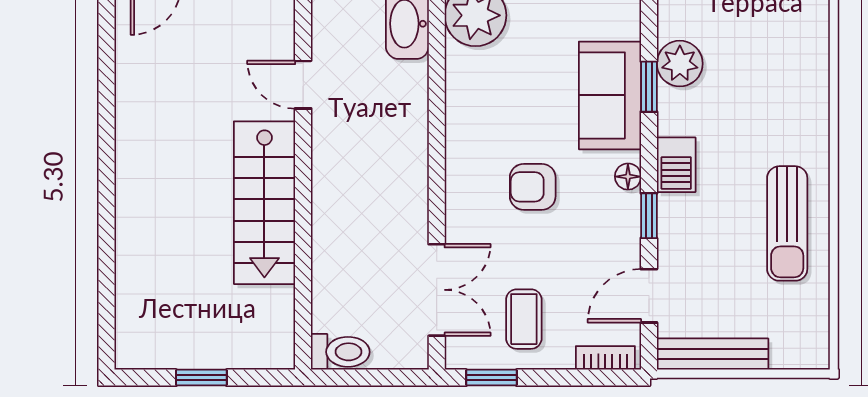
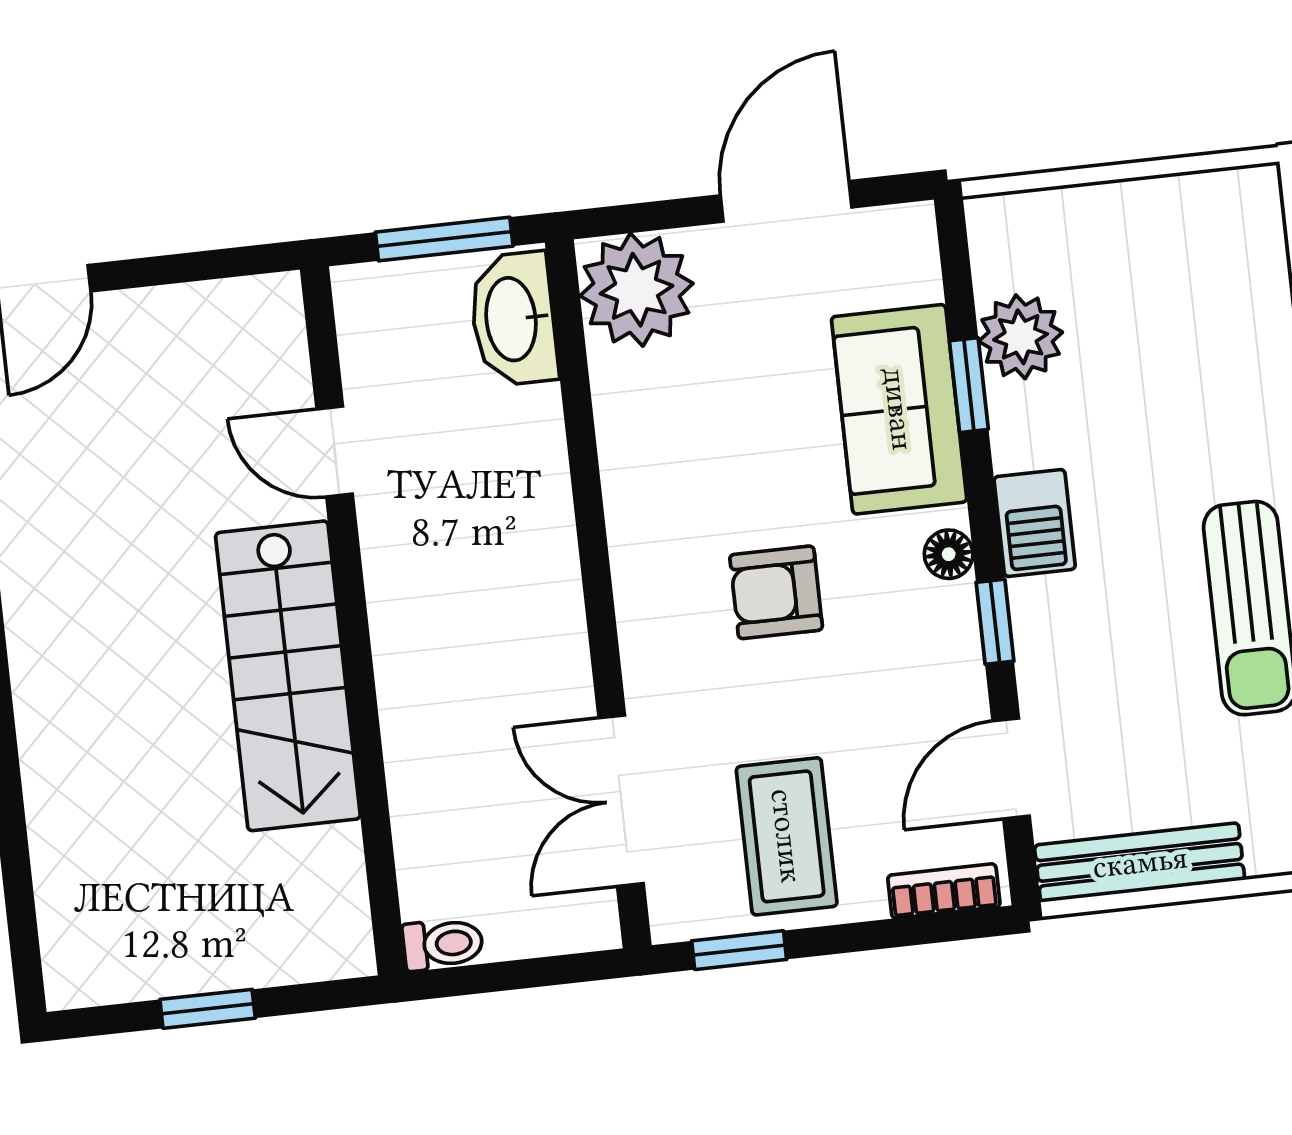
double door: (437, 290) -> (621, 801), swing flipped
coffee table: (524, 319) -> (787, 836), width x1.36, depth x1.30
toilet: (340, 352) -> (443, 944), width x0.73, depth x0.72

